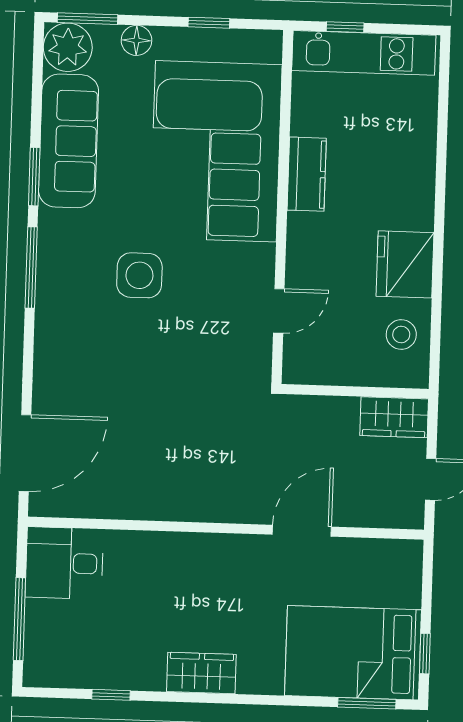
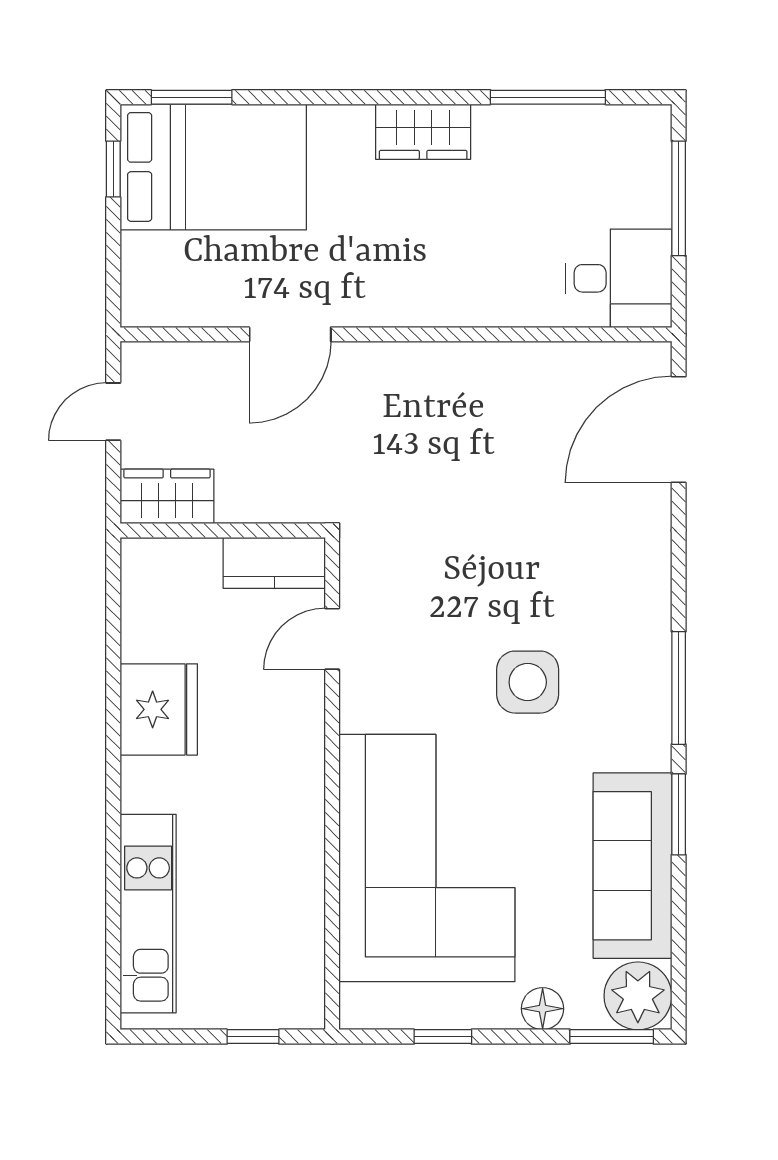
kitchen unit: (364, 53) -> (148, 914), moved, turned 90
kitchen counter: (307, 174) -> (274, 563), moved, turned -90
stool: (401, 334) -> (161, 612), removed
window: (111, 695) -> (548, 97), width x2.17

